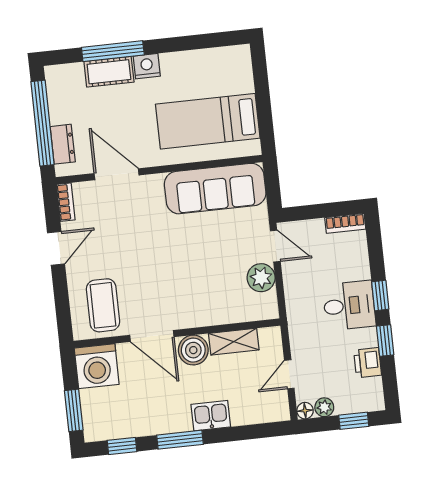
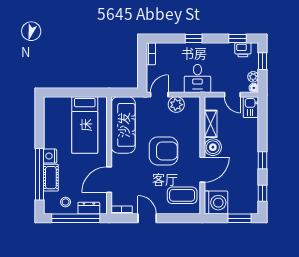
window: (113, 51) -> (39, 174), width x1.46
stool: (69, 102) -> (66, 202), added
armchair: (177, 264) -> (164, 151), added
desk: (349, 306) -> (197, 78), moved, turned 180
window: (385, 341) -> (237, 38), moved
printer: (368, 363) -> (243, 50), moved
kitchen sink: (211, 416) -> (251, 107), moved
window: (180, 440) -> (263, 160), width x0.67

